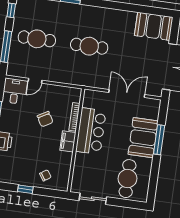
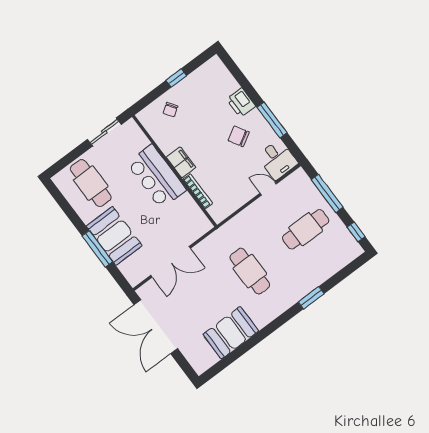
booth: (154, 26) -> (231, 333), moved
cafe table: (89, 46) -> (250, 271), turned 90
door: (35, 81) -> (268, 188), hinge flipped
chair: (45, 119) -> (239, 136), moved
bar counter: (91, 131) -> (157, 176), moved

